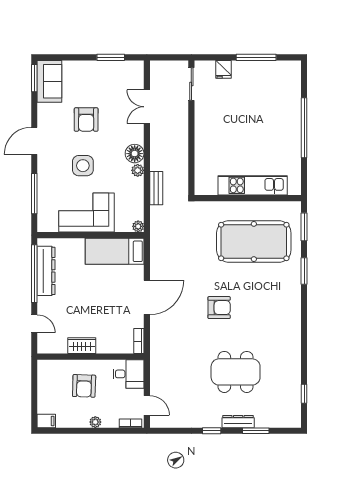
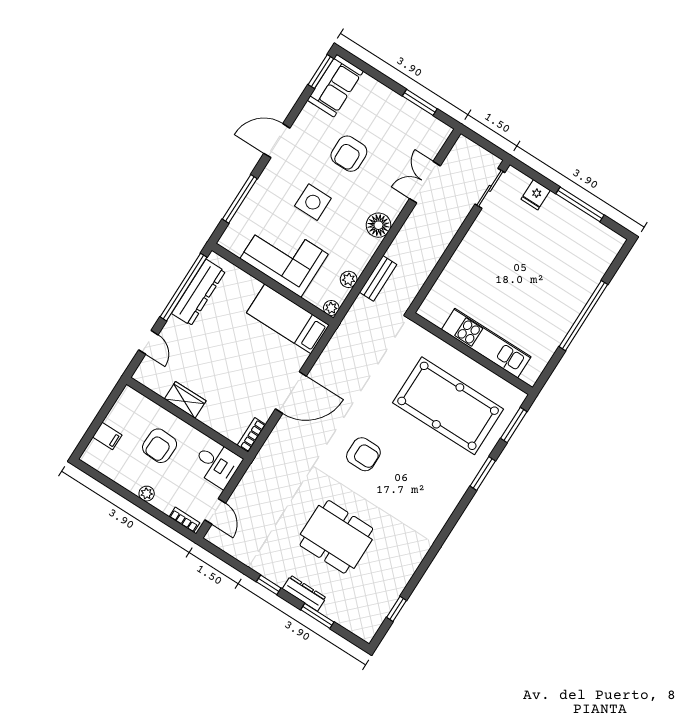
plant: (138, 170) -> (349, 279), moved
filing cabinet: (46, 421) -> (107, 436), moved

